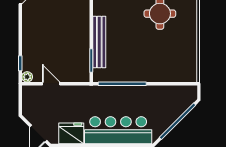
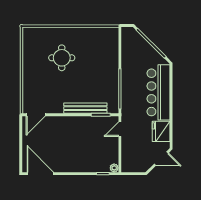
door: (51, 84) -> (120, 129), moved

